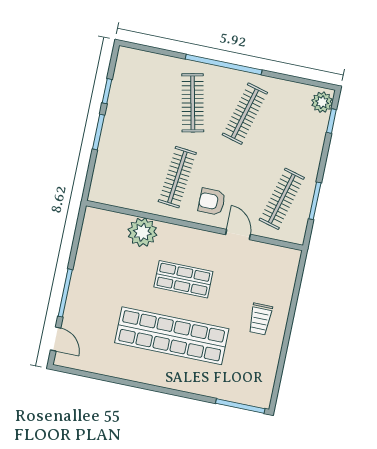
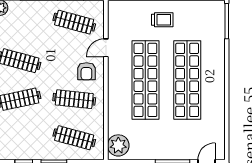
clothes rail: (125, 166) -> (74, 138), added
plant: (142, 232) -> (118, 145), moved
shop shelf: (183, 279) -> (145, 80), width x2.00, depth x1.36

